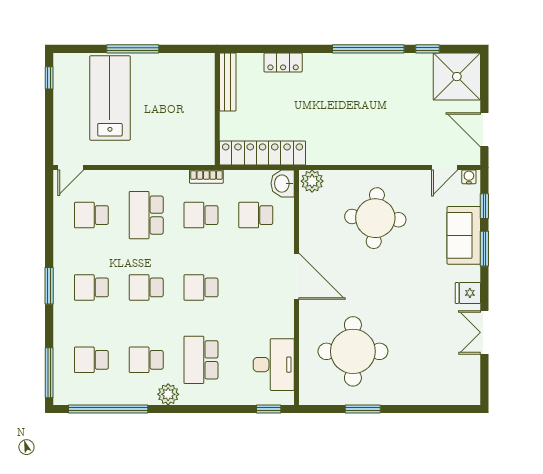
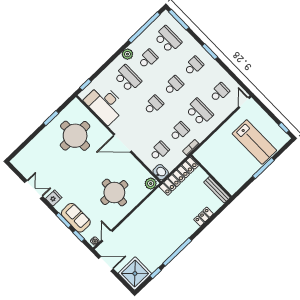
school desk: (91, 360) -> (168, 39), width x1.85
desk: (274, 365) -> (105, 104), width x1.36, depth x1.30

